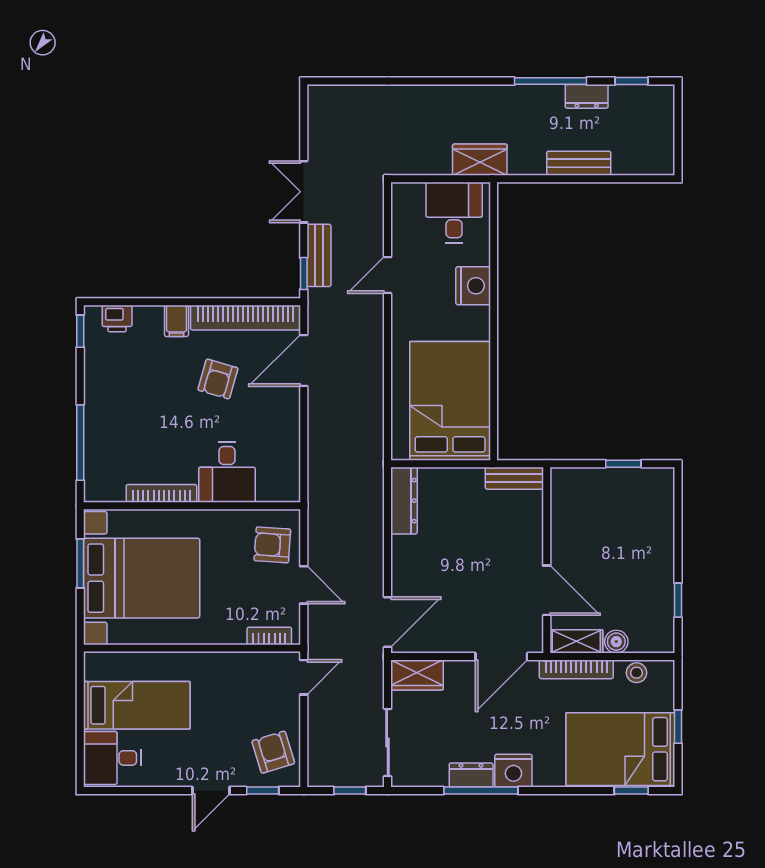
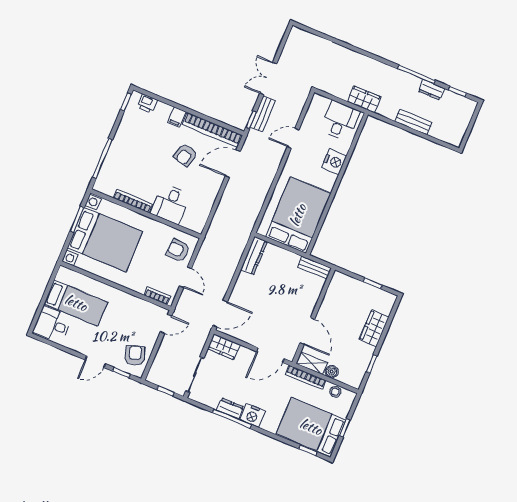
wardrobe: (657, 538) -> (374, 328), added

